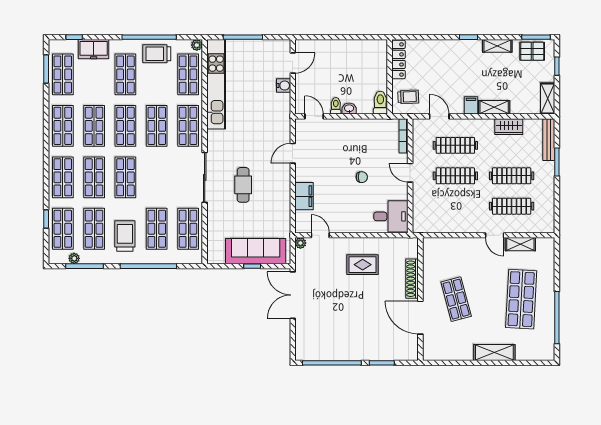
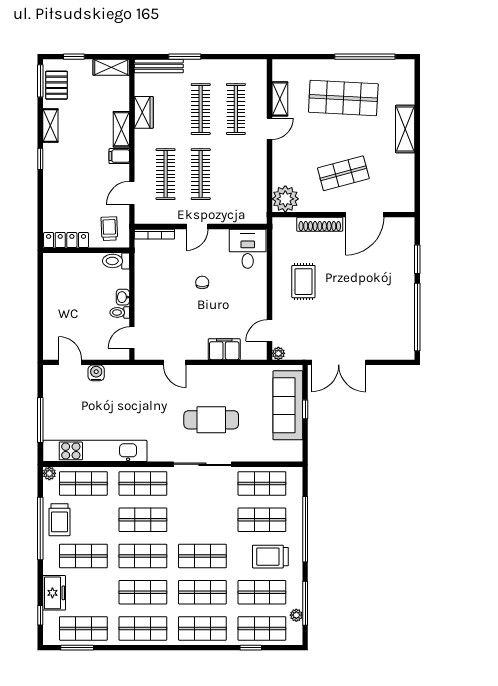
cafe table: (243, 185) -> (211, 420), width x1.37, depth x1.35
plant: (434, 249) -> (285, 199), added

